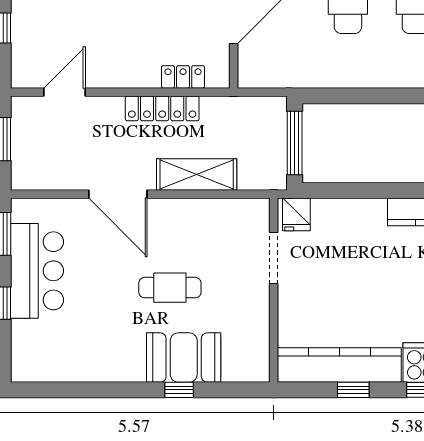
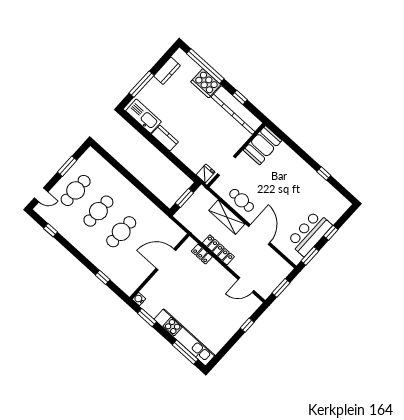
window: (295, 143) -> (184, 198), width x0.69
cafe table: (170, 288) -> (242, 200), moved
booth: (184, 358) -> (263, 145), moved, turned 90
window: (179, 390) -> (324, 173), moved

